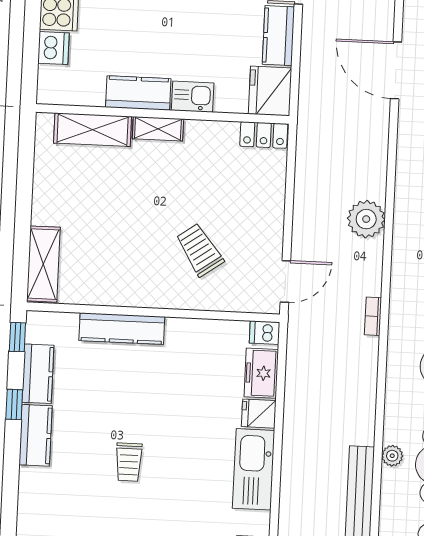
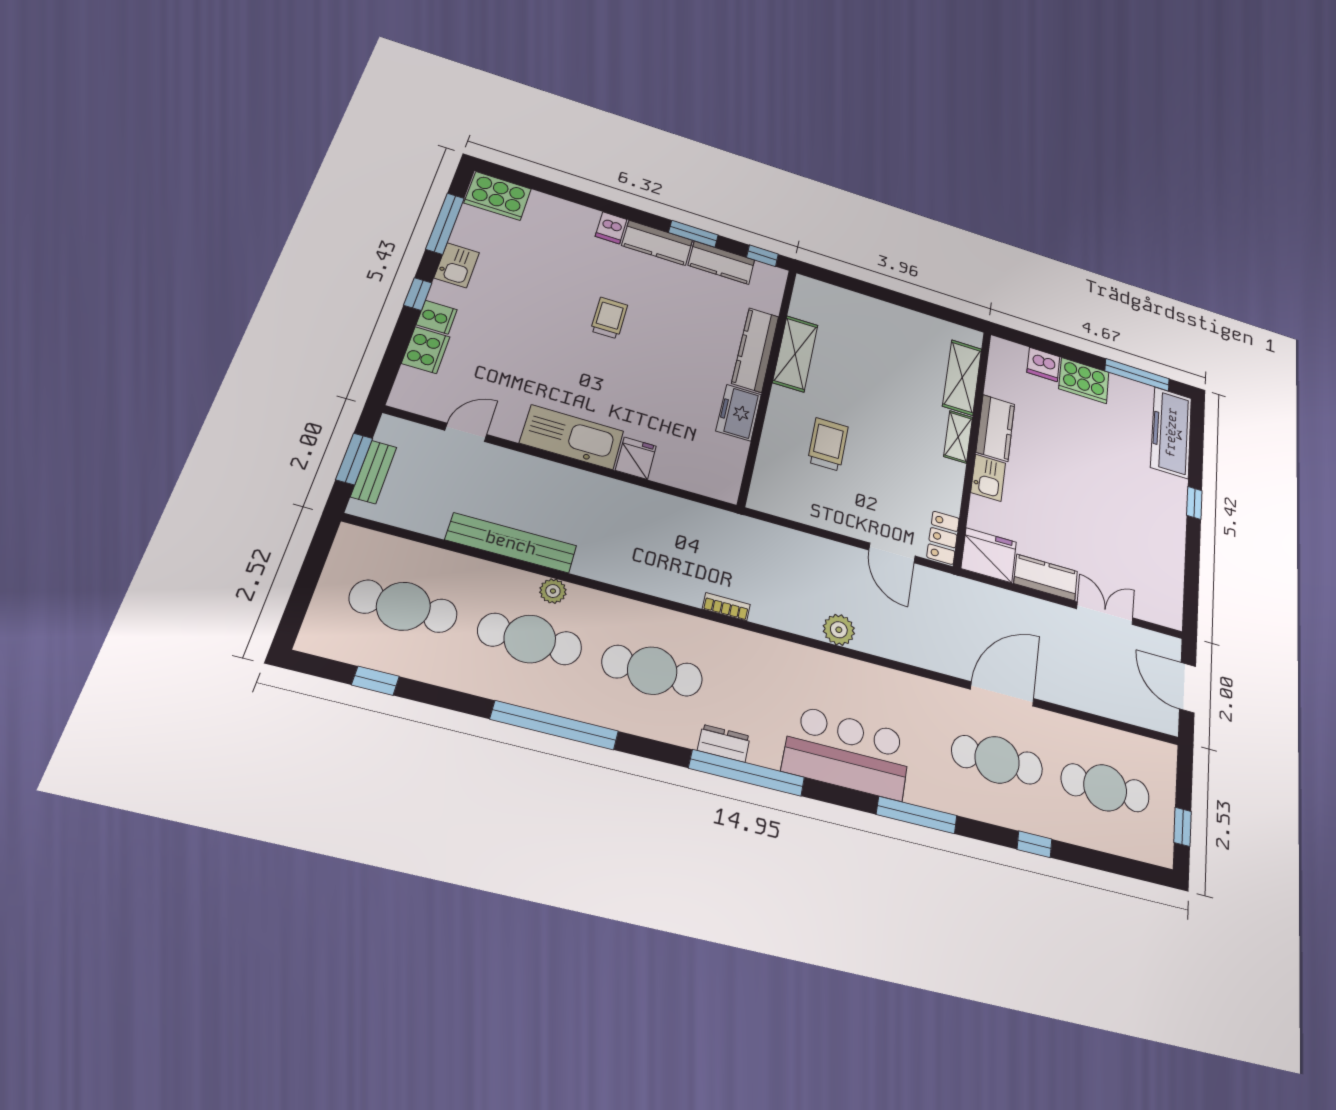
plant: (366, 219) -> (839, 630), width x0.73, depth x0.73
trolley: (200, 250) -> (828, 444), turned -55
shelving: (43, 264) -> (795, 354), moved, turned 90
door: (285, 281) -> (892, 553), moved
dishwasher: (265, 333) -> (611, 228), moved, turned 180
freezer: (261, 373) -> (739, 413), moved, turned -90
window: (14, 405) -> (693, 234), width x1.50
trolley: (129, 462) -> (609, 318), turned 90

